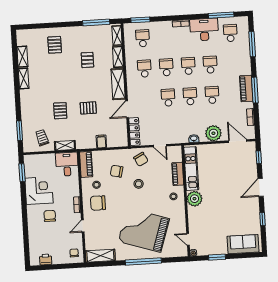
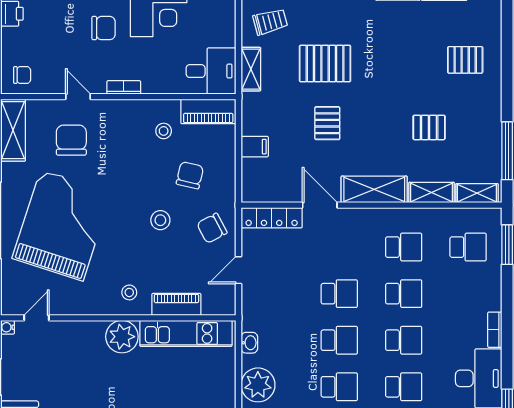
pallet: (60, 111) -> (325, 63), width x1.50, depth x1.42
chair: (98, 203) -> (71, 140), moved

